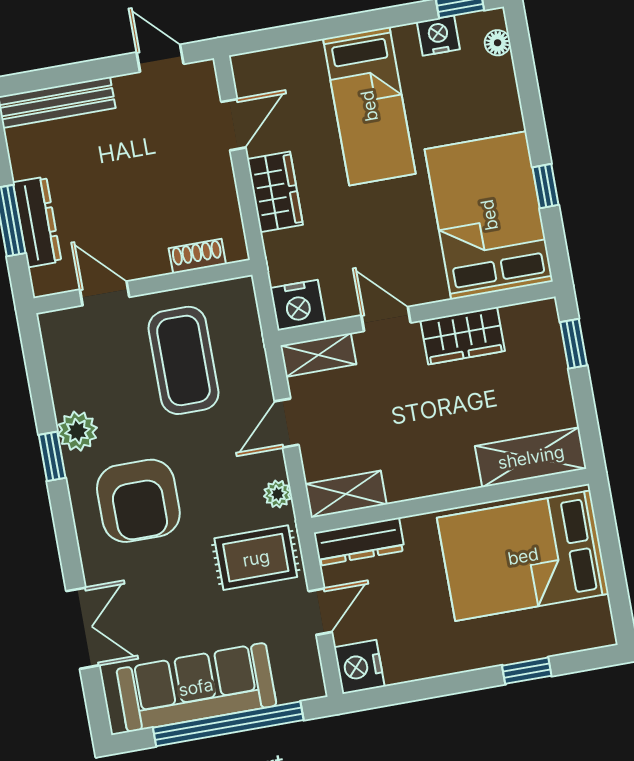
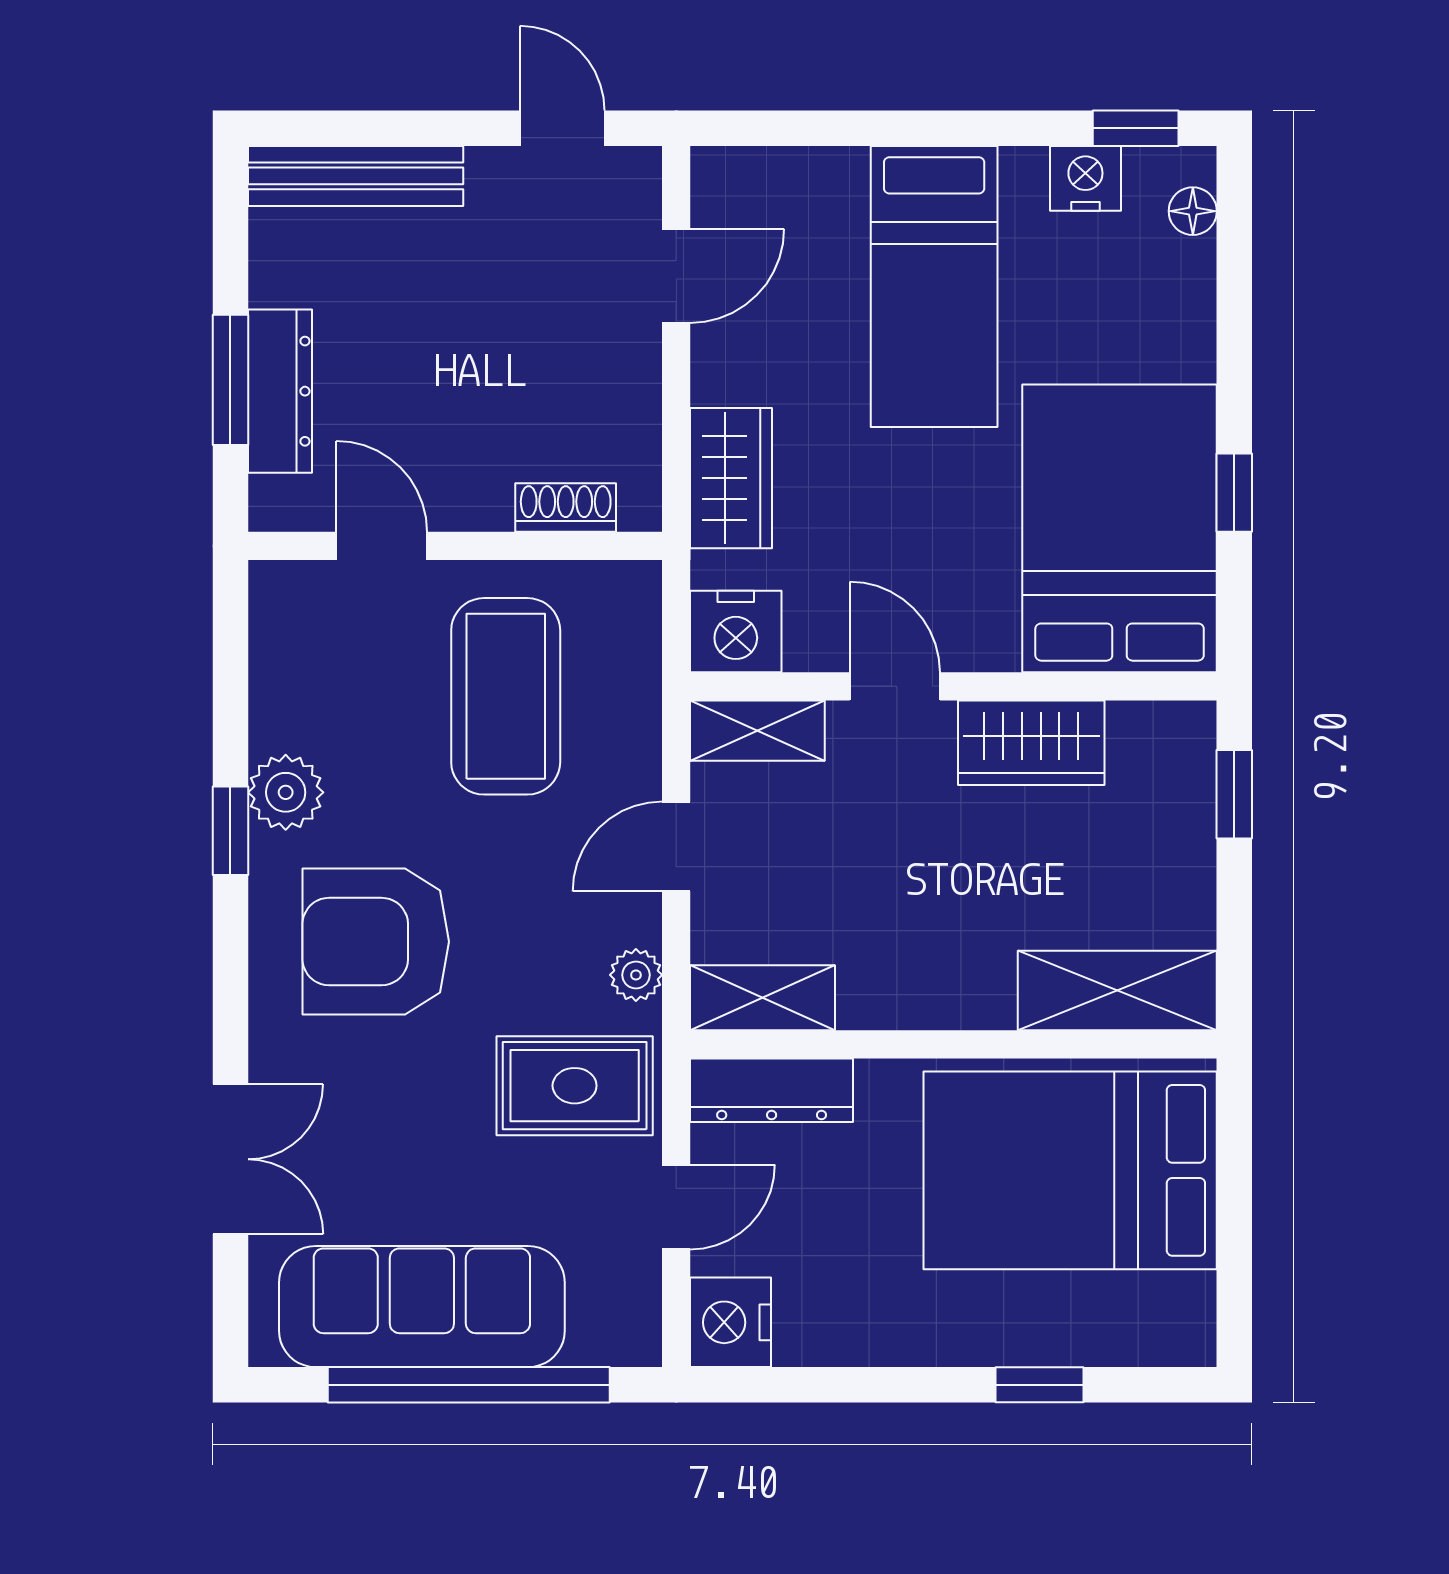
wardrobe: (275, 192) -> (731, 478), moved
armchair: (138, 501) -> (376, 942), turned 90

